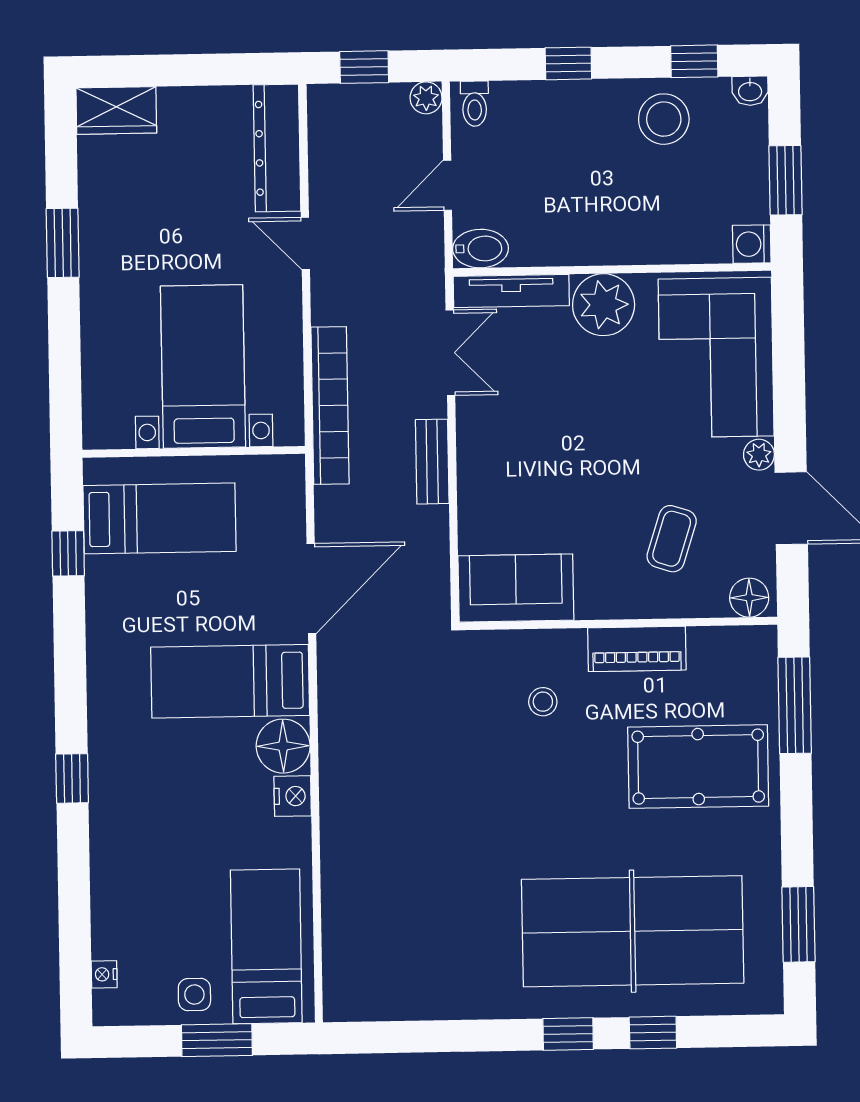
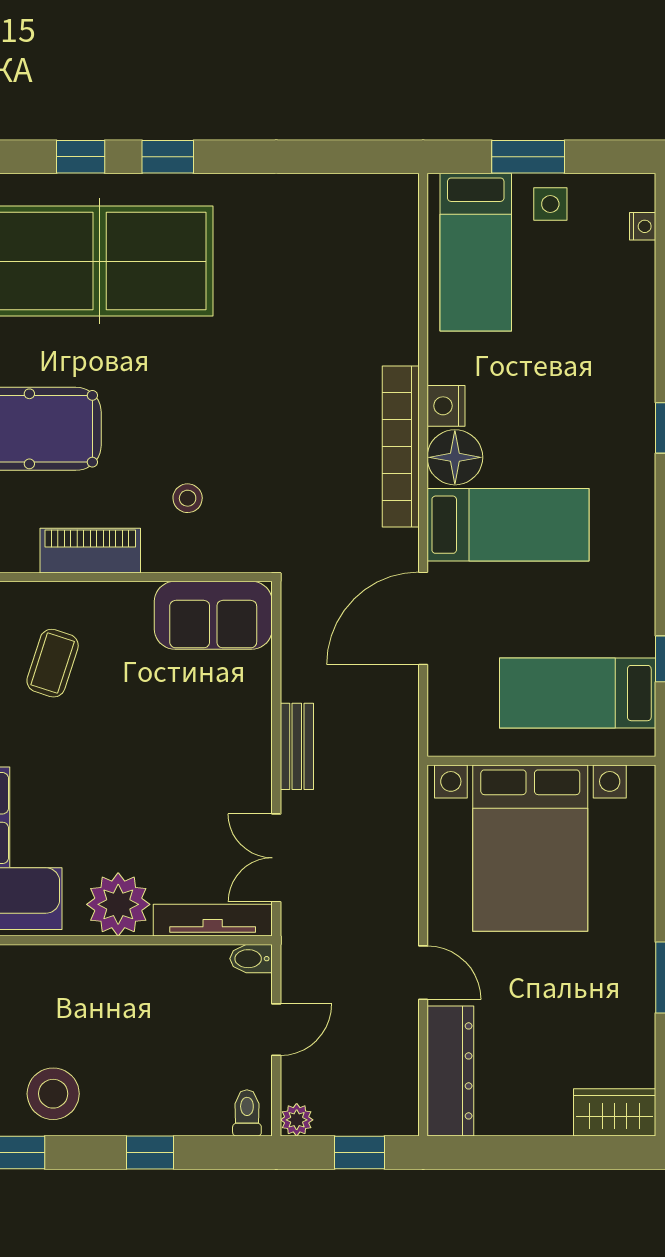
bidet: (480, 249) -> (251, 959), width x0.72, depth x0.74
bed with nightstands: (203, 367) -> (530, 848), width x1.36
bookcase: (330, 405) -> (401, 447), moved

